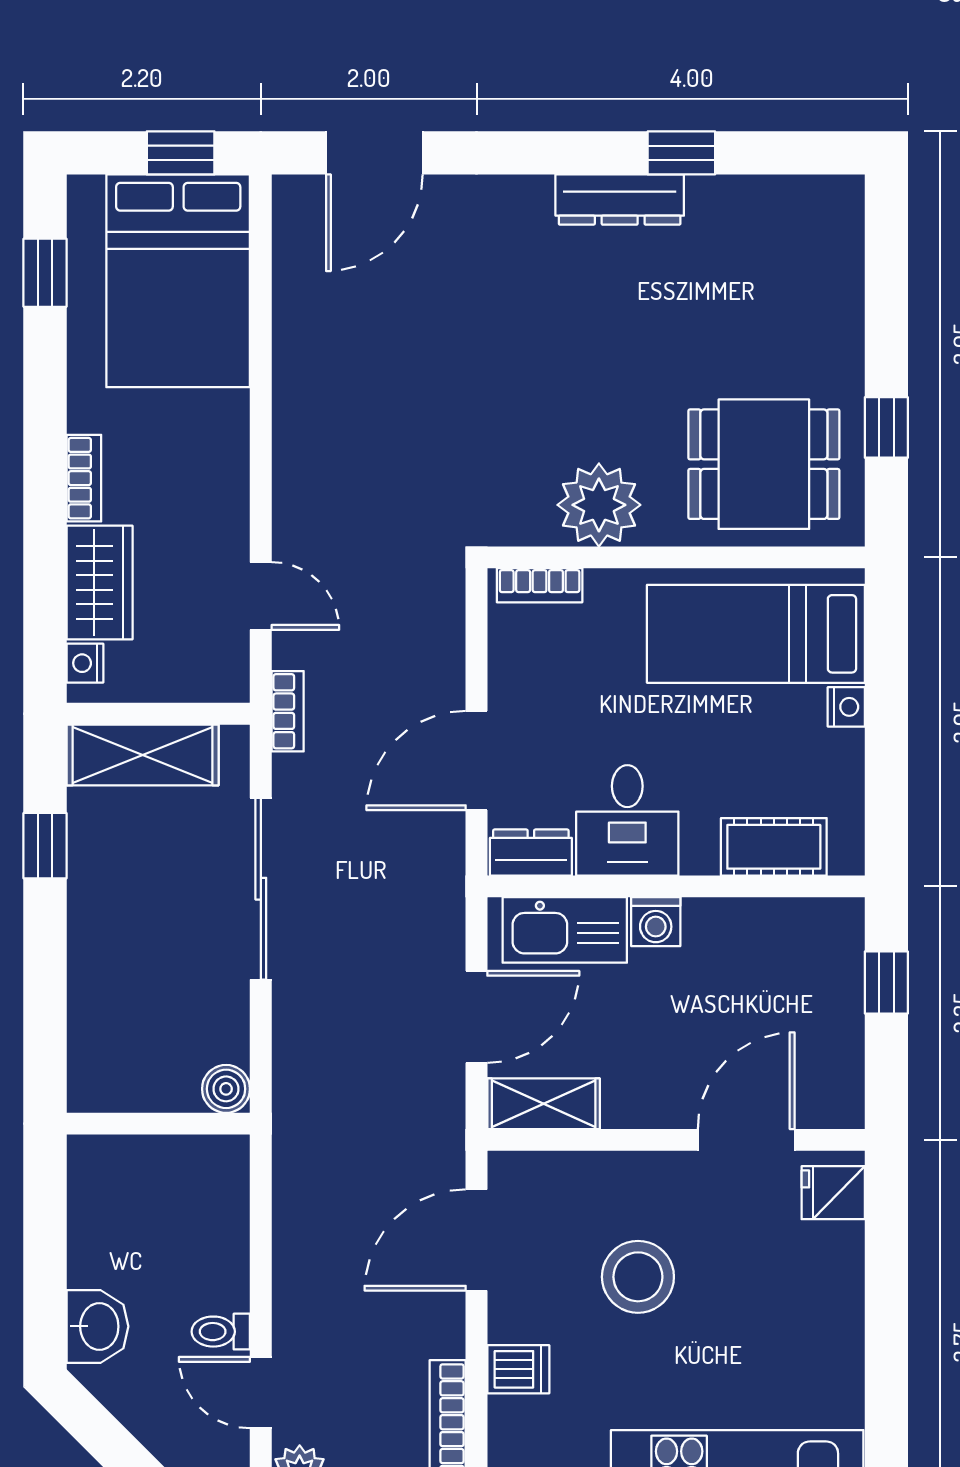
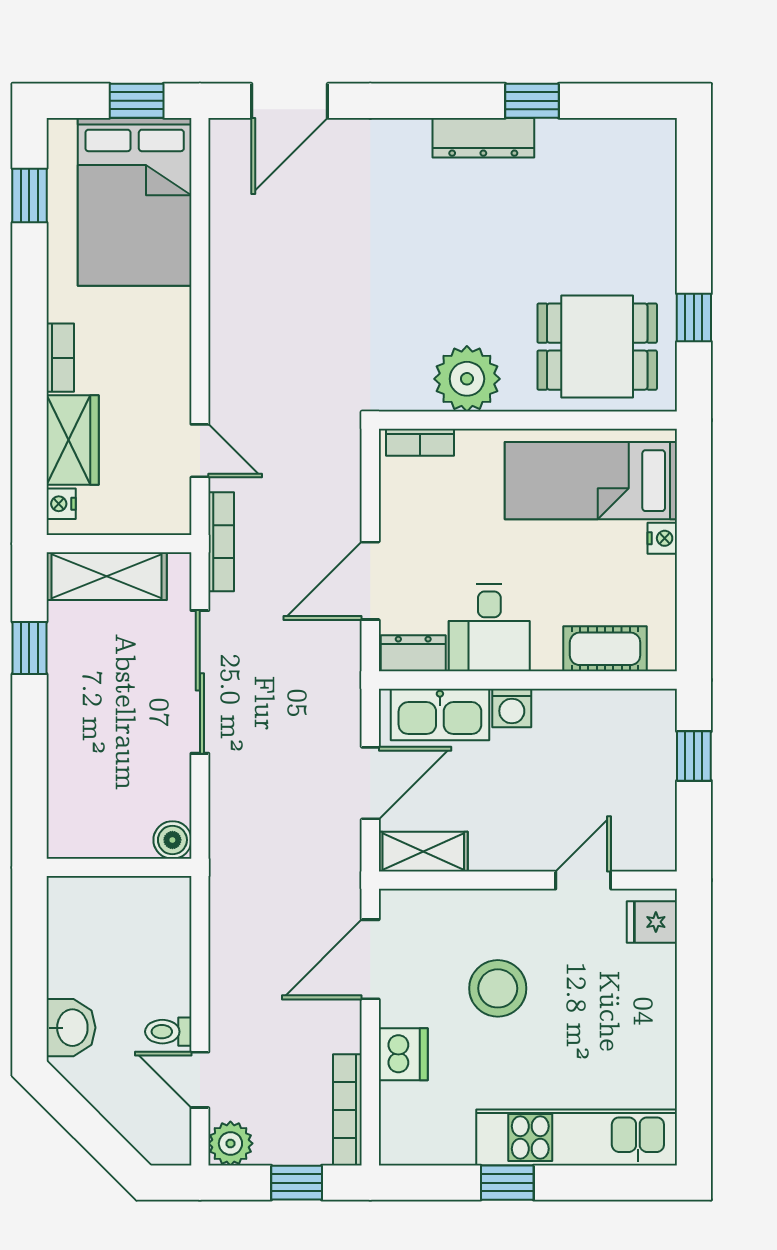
bookcase: (288, 711) -> (221, 542), width x1.56
door: (746, 1140) -> (583, 880), width x0.73
dishwasher: (518, 1369) -> (403, 1054), width x1.38

